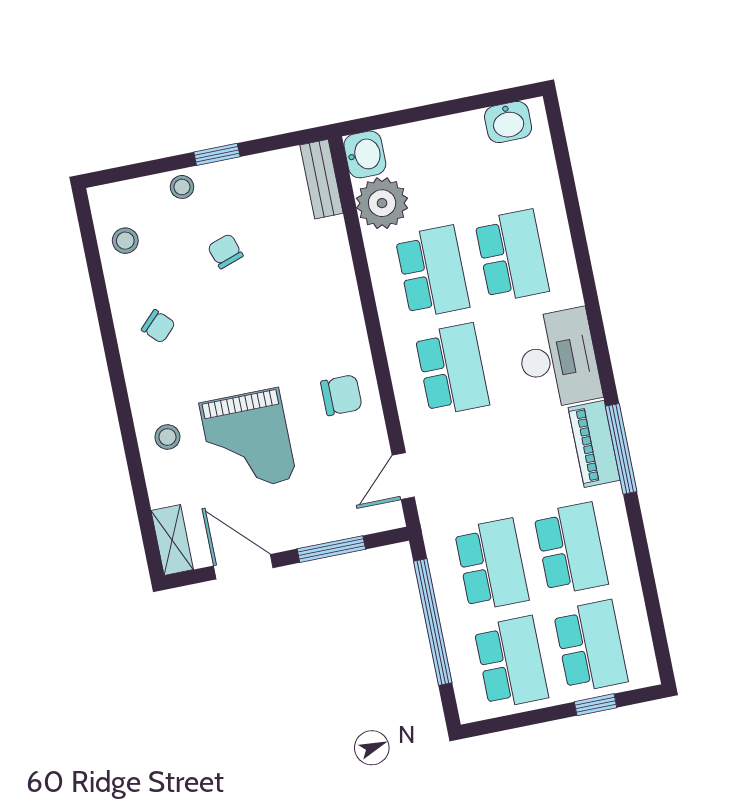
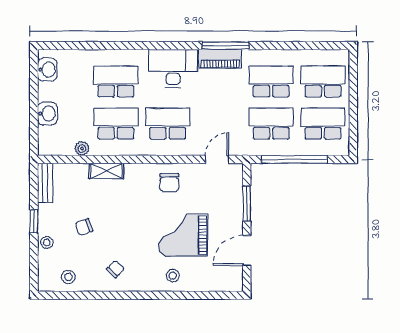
washbasin: (365, 154) -> (47, 114), moved, turned 90
bench: (321, 179) -> (45, 183), moved, turned 90
plant: (382, 203) -> (82, 149), width x0.53, depth x0.53
chair: (341, 395) -> (169, 183), turned 180
grand piano: (248, 441) -> (183, 235), turned 180
door: (403, 476) -> (217, 159), swing flipped
shelving: (172, 540) -> (106, 171), moved
window: (595, 705) -> (353, 85), removed

